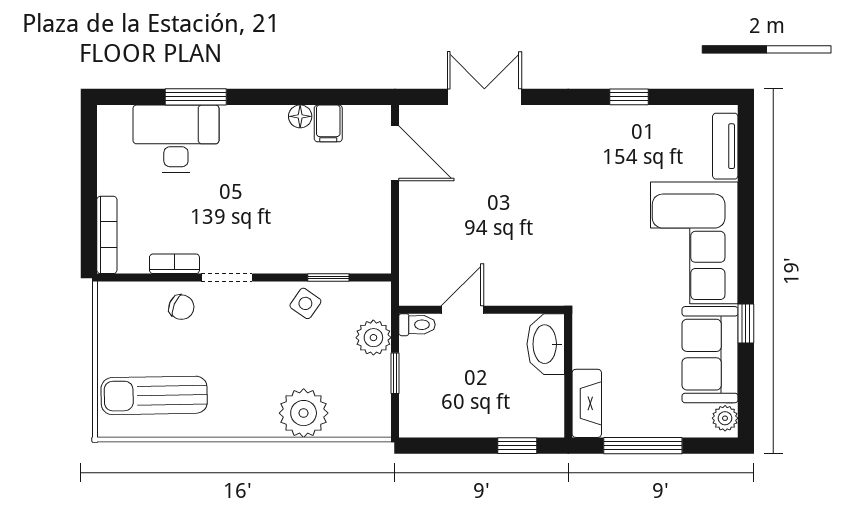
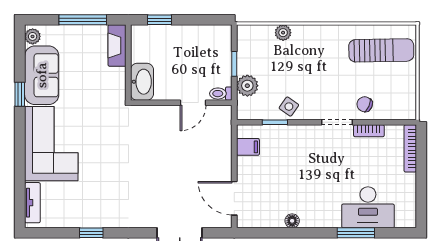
filing cabinet: (328, 123) -> (248, 147), moved, turned 90
plant: (304, 413) -> (283, 33), width x0.53, depth x0.53

